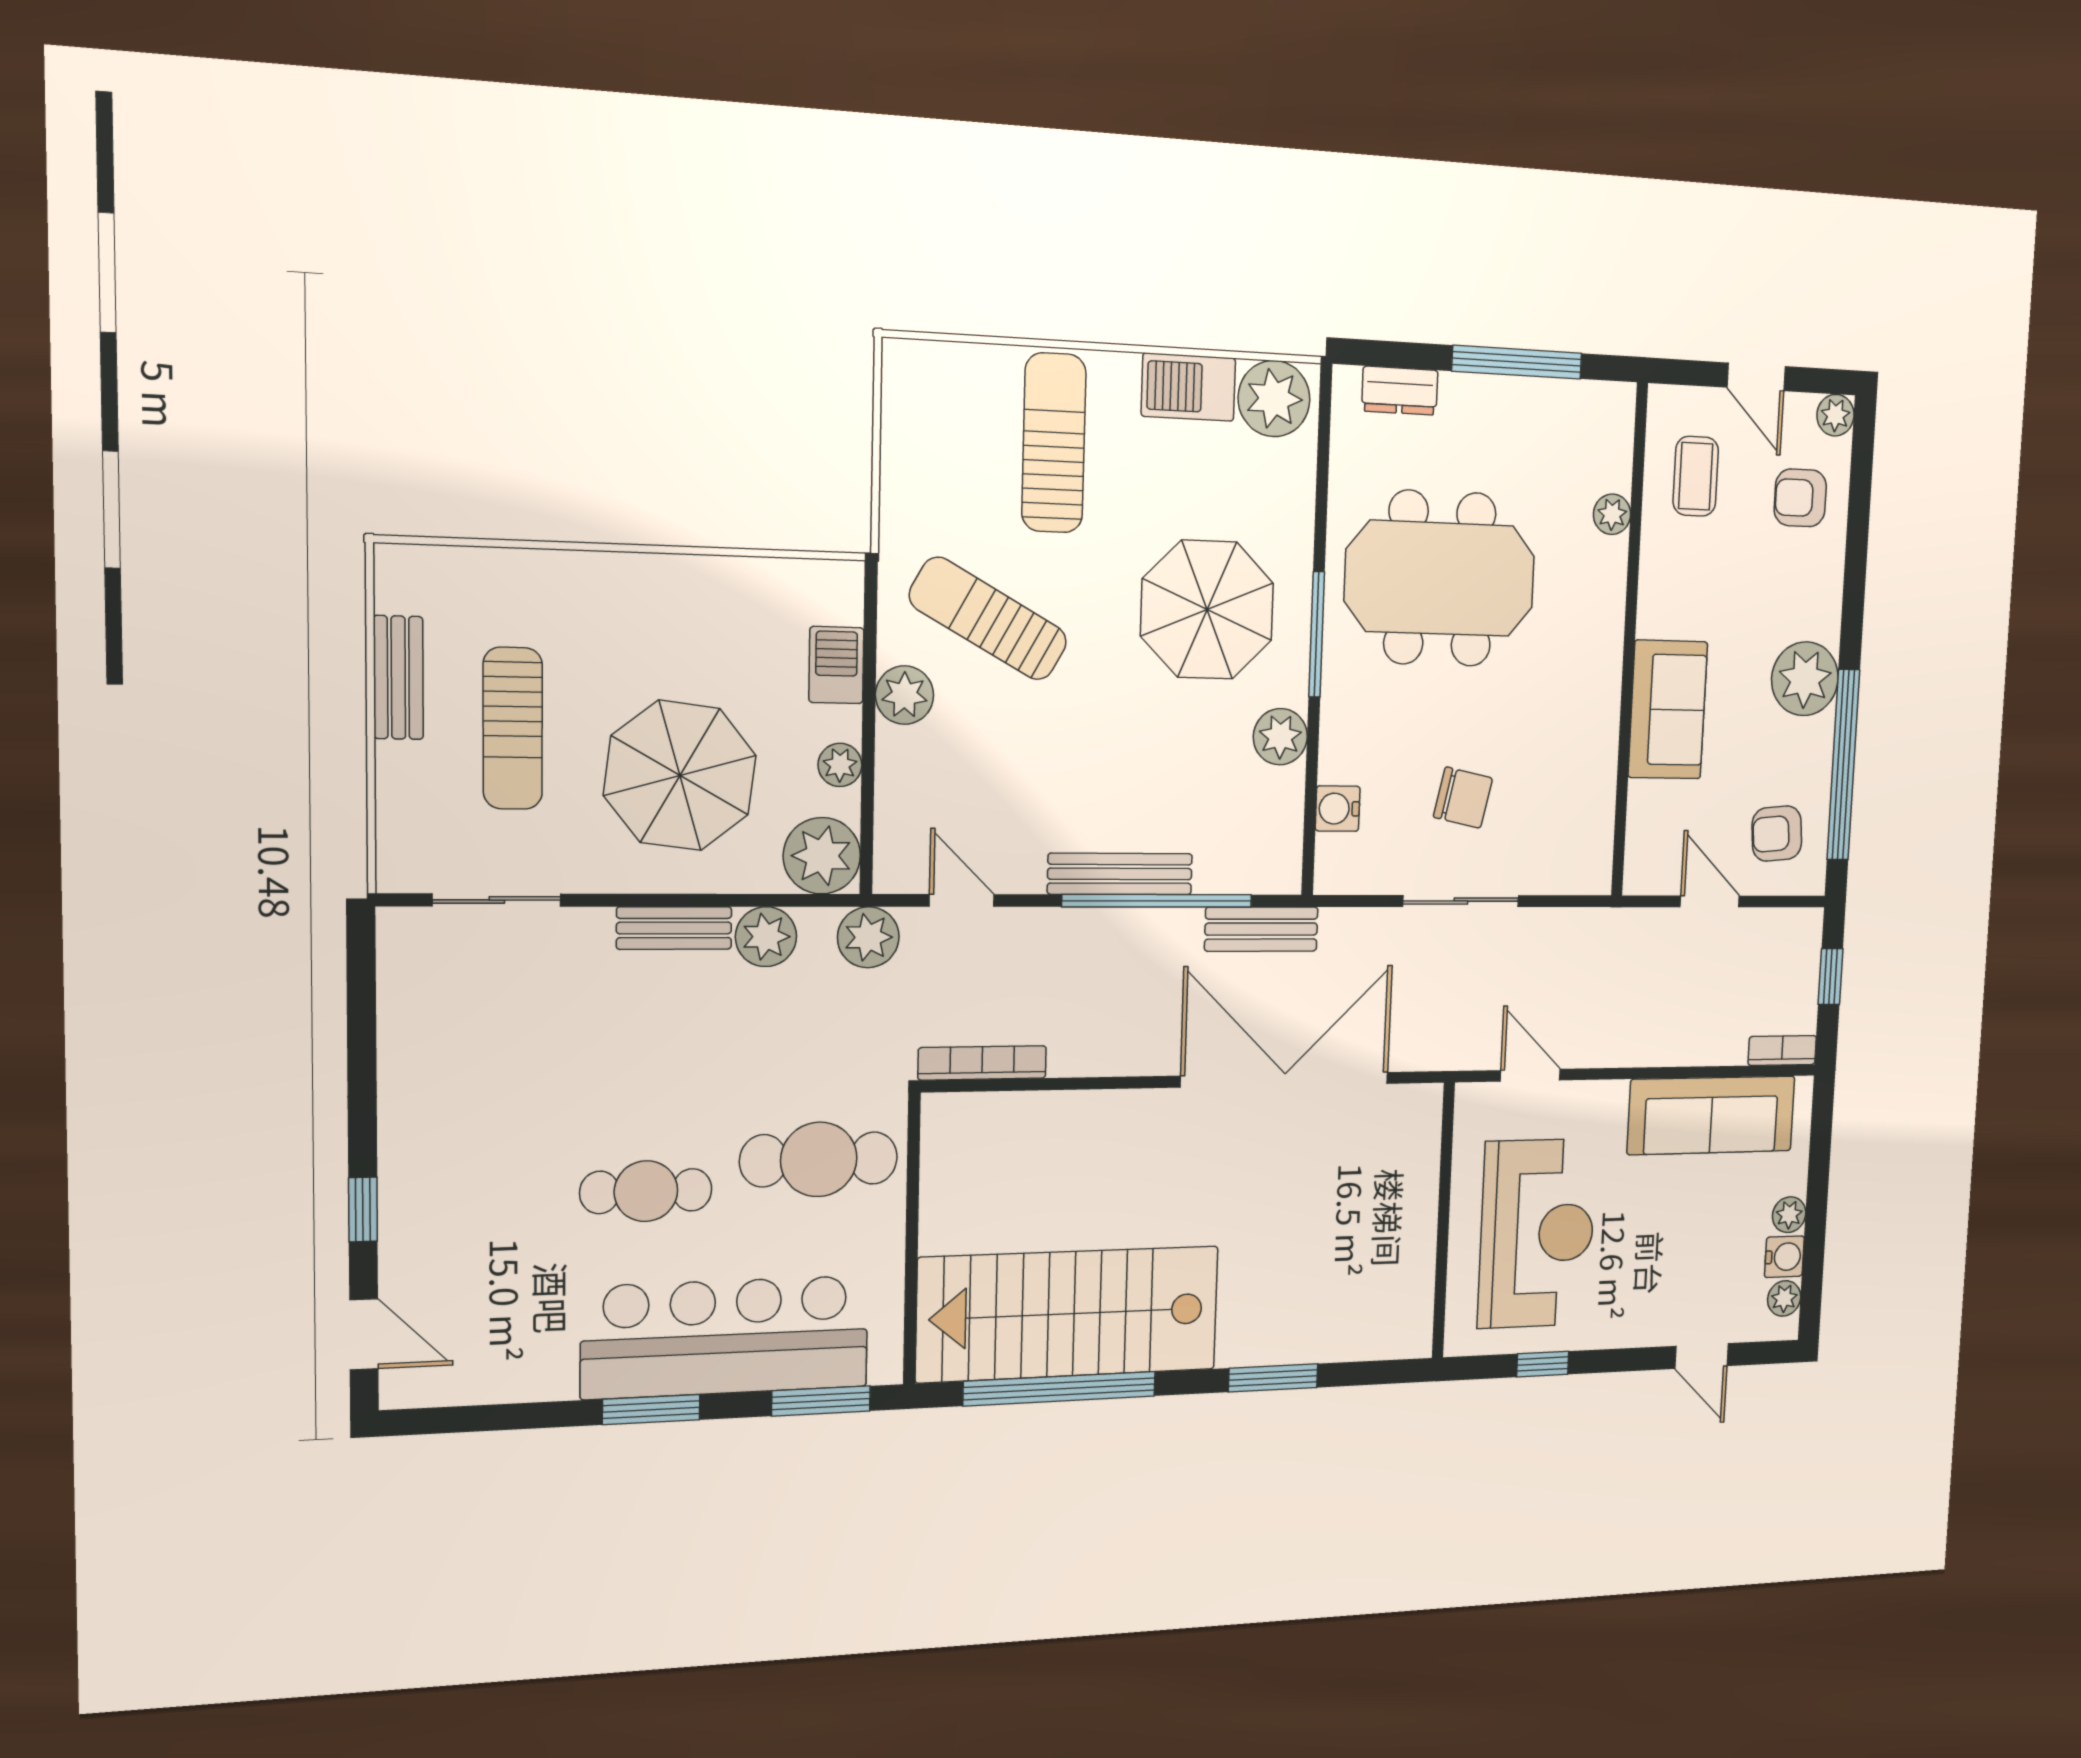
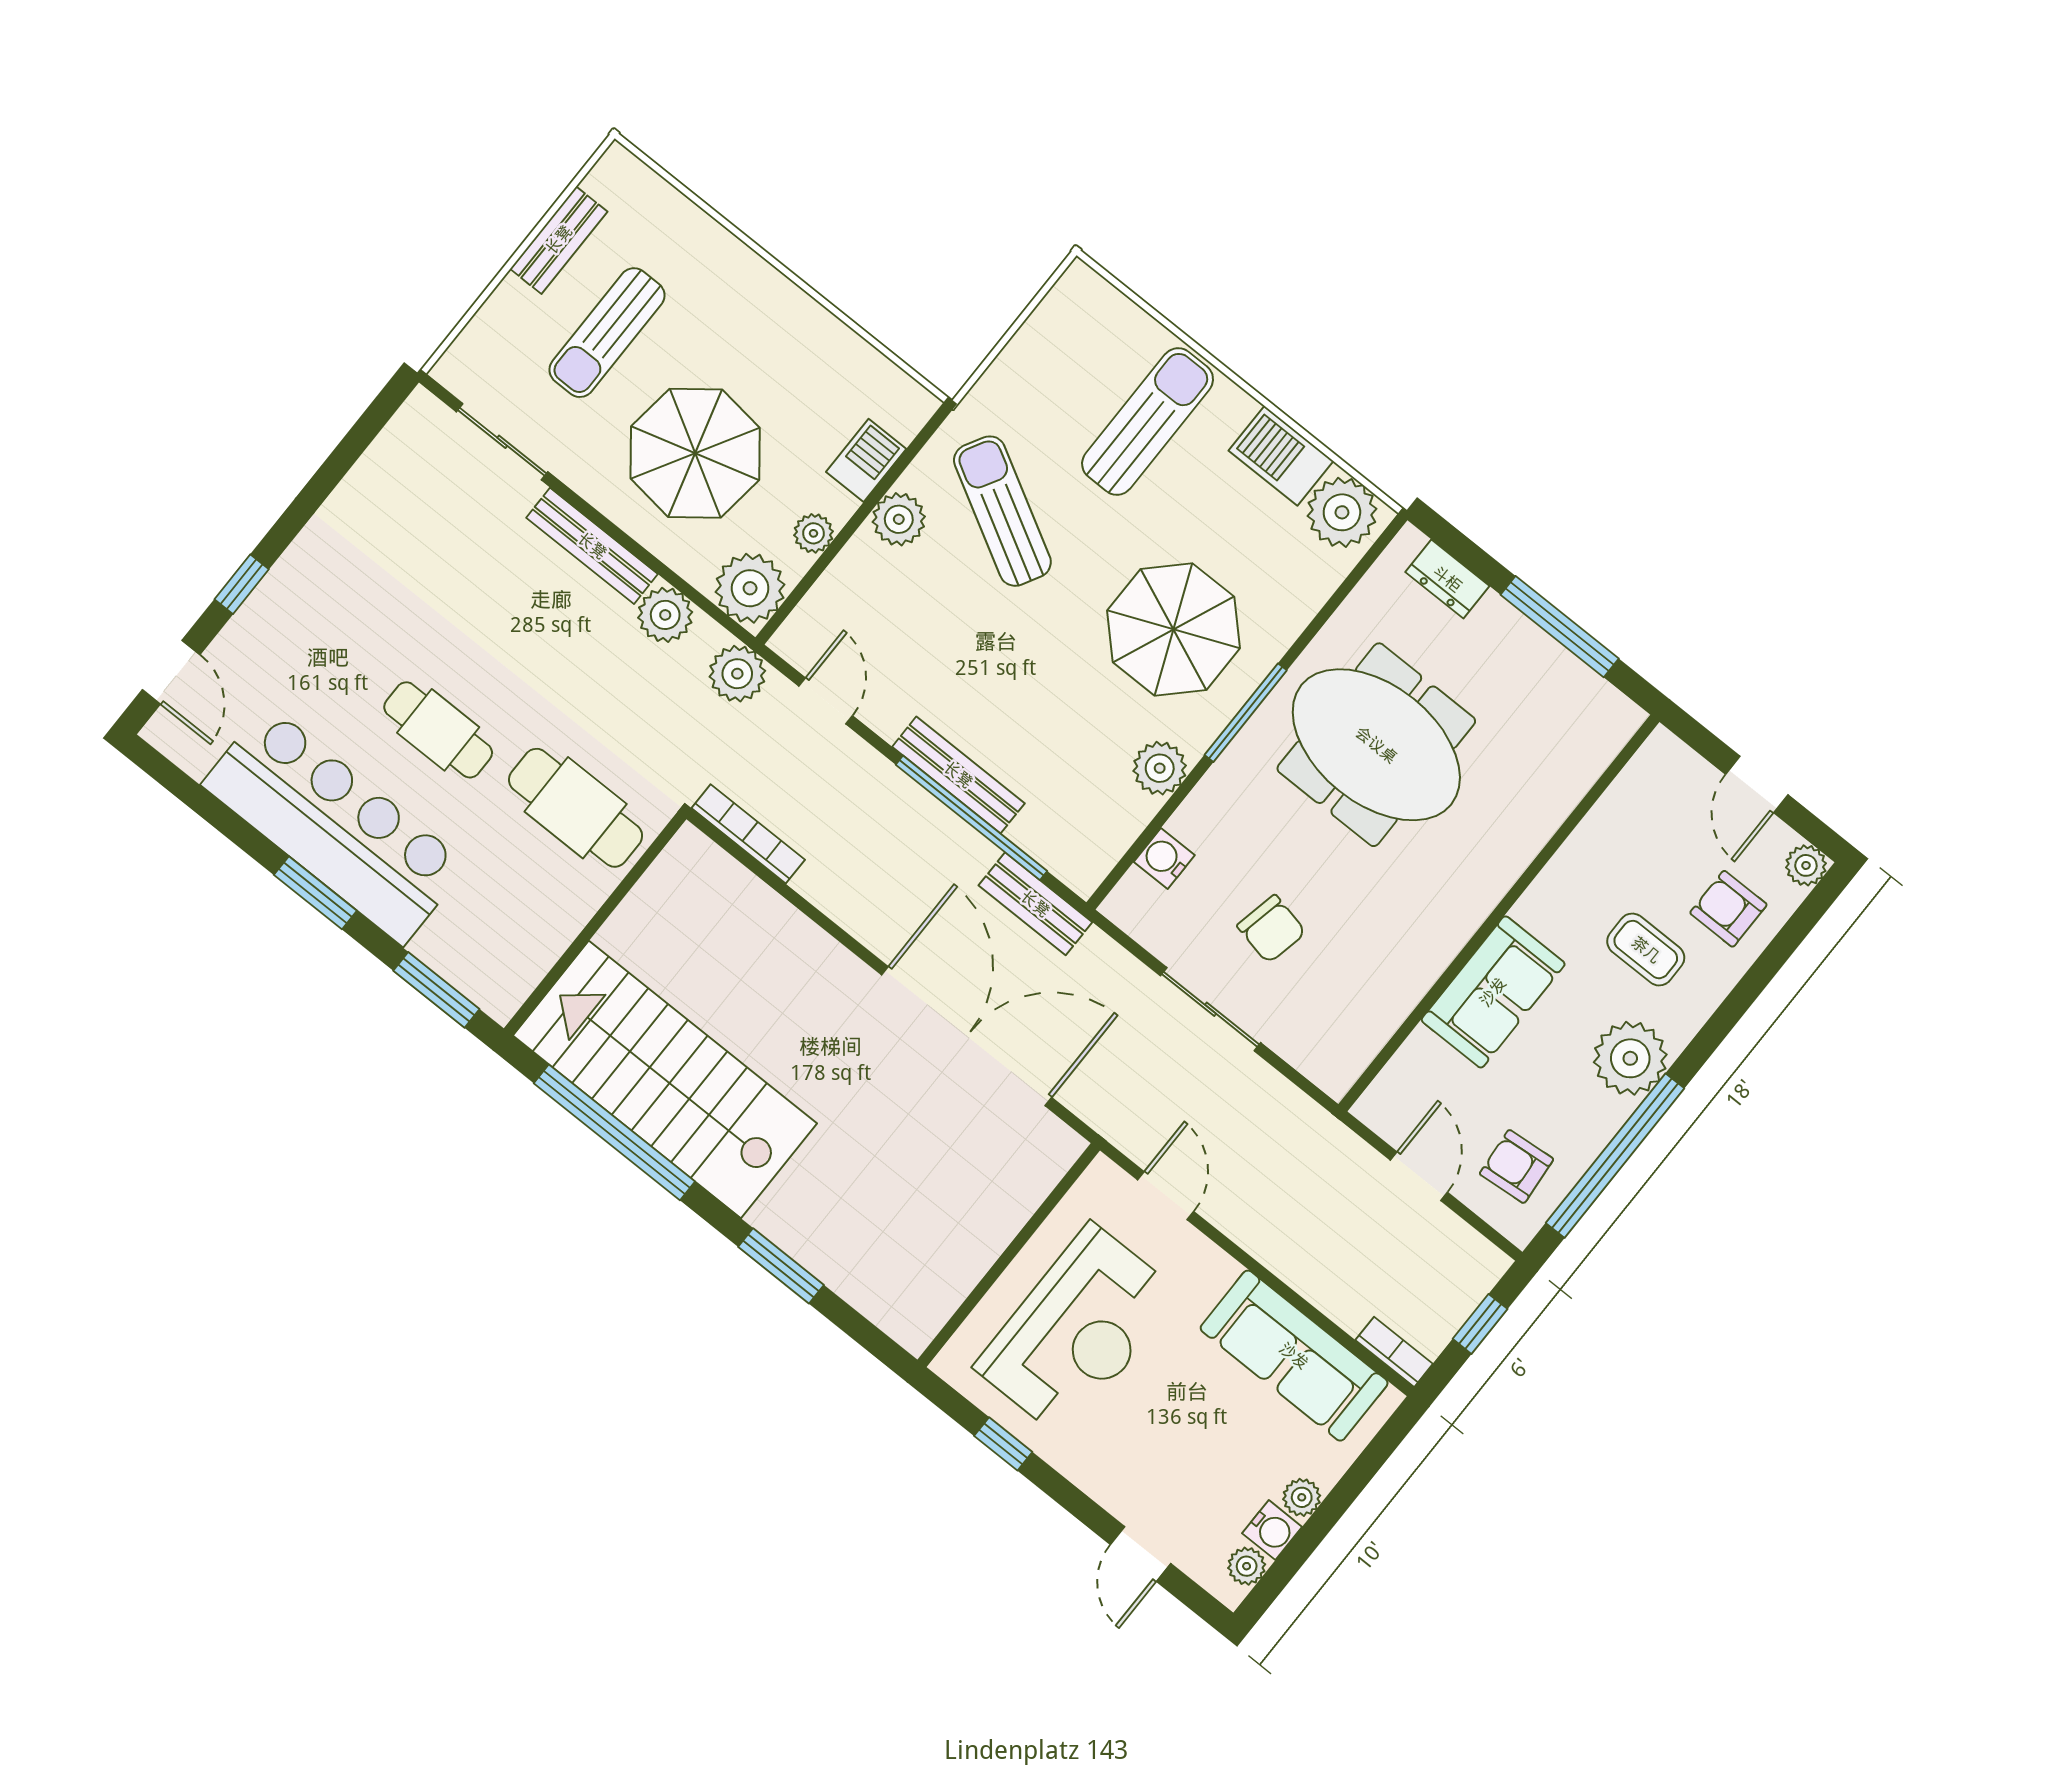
coffee table: (1696, 476) -> (1646, 950), moved, turned 90
plant: (1612, 514) -> (1556, 802), removed
bench: (674, 928) -> (592, 546), width x1.36
bar counter: (726, 1337) -> (335, 825), moved

